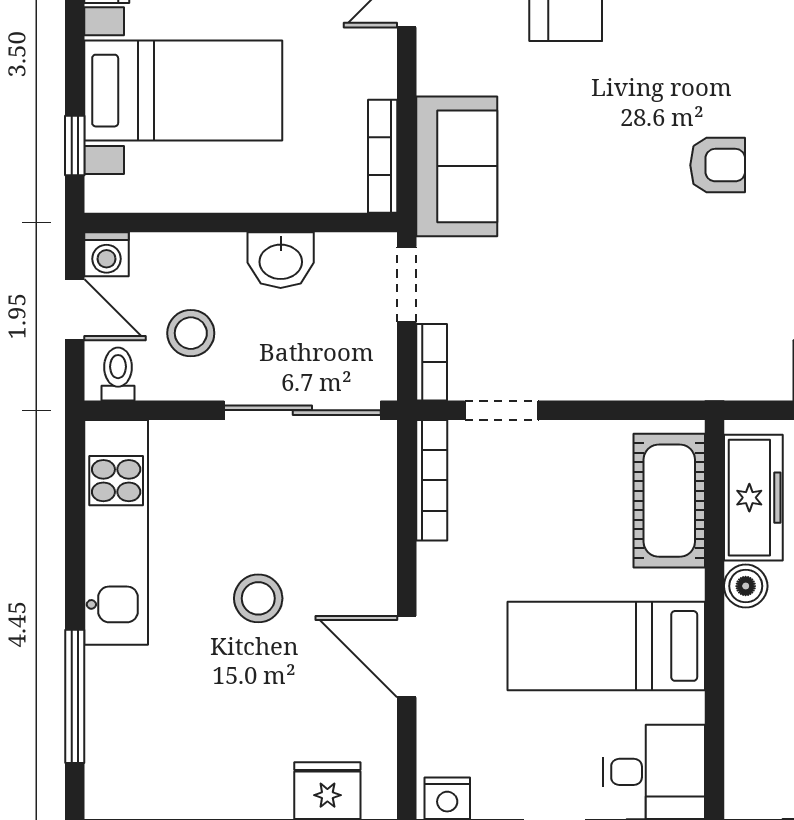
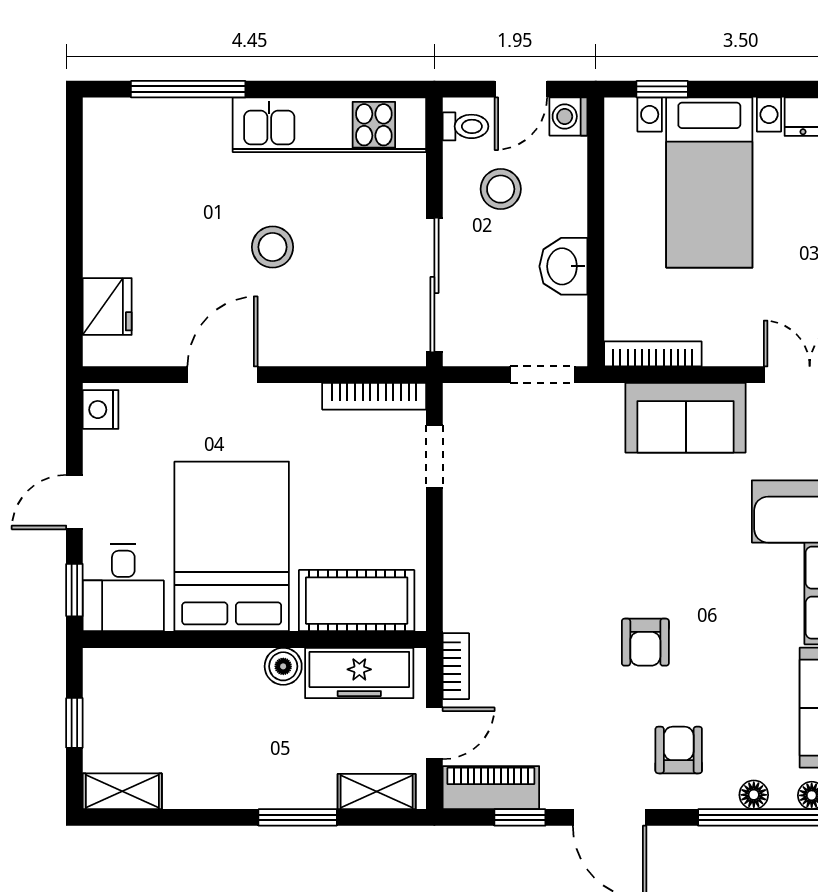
sofa: (457, 166) -> (686, 418), moved
bookcase: (432, 362) -> (456, 666), moved, turned -90
bed: (606, 646) -> (232, 546), width x1.50

